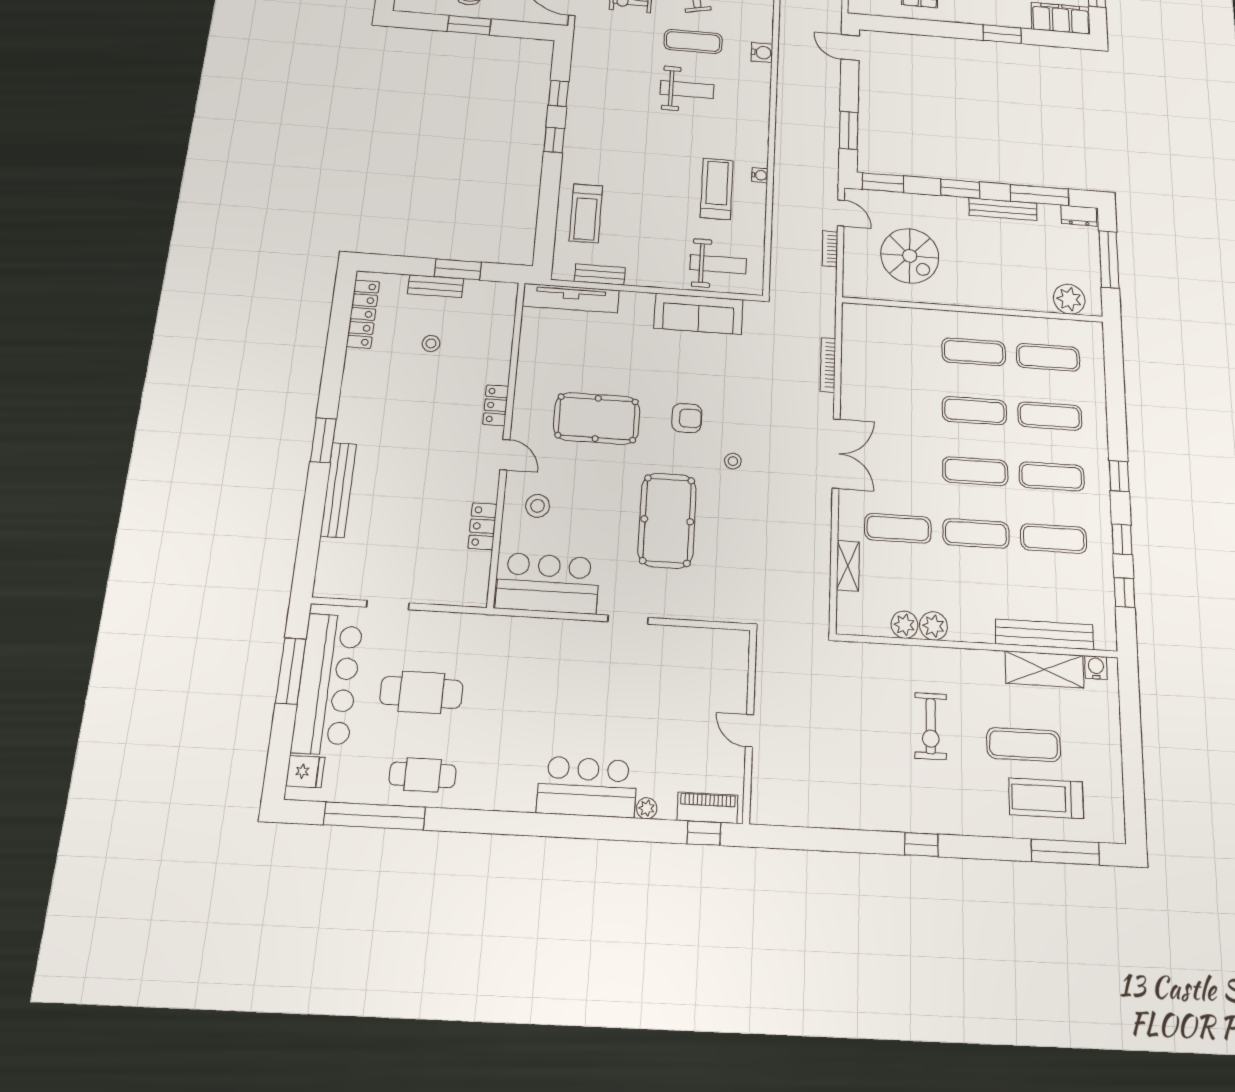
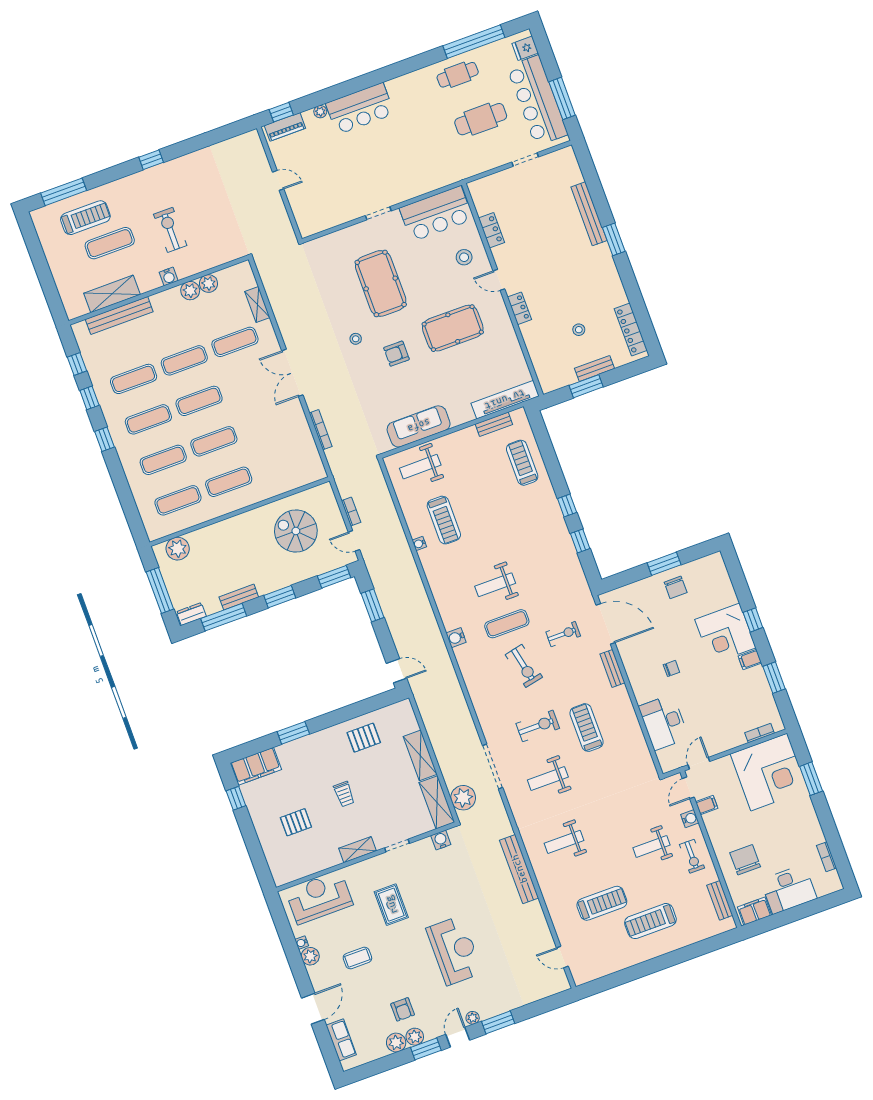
bench: (1003, 209) -> (239, 597), width x0.73
water cooler: (1096, 668) -> (169, 276), moved

